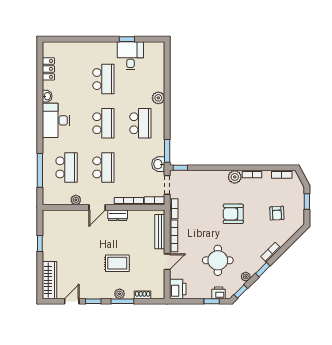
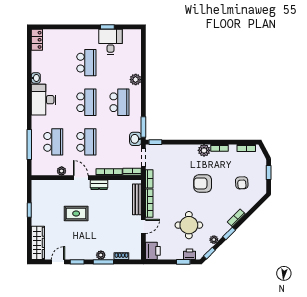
locker: (48, 69) -> (37, 40), moved
door: (97, 207) -> (81, 178), swing flipped
rug: (117, 263) -> (76, 214), moved

